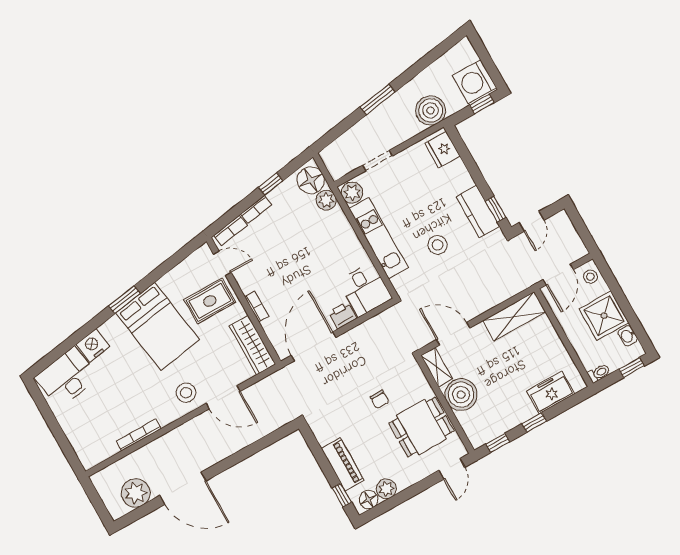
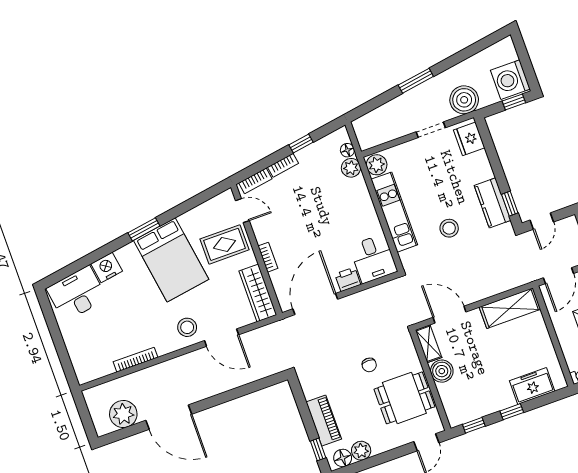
doorway: (377, 161) -> (431, 130), moved
floor lamp: (311, 180) -> (347, 150), width x0.53, depth x0.53
boiler: (461, 395) -> (442, 371), width x0.73, depth x0.73

